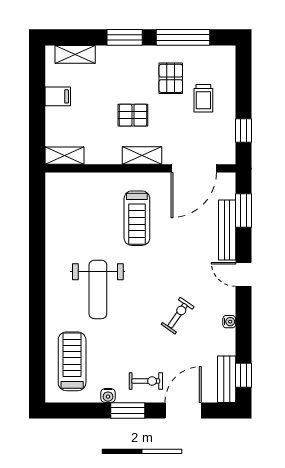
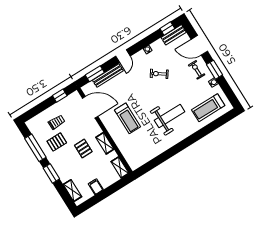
shelving: (142, 156) -> (105, 143), moved
treadmill: (137, 218) -> (128, 118), turned 90

